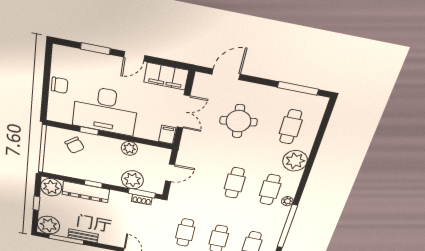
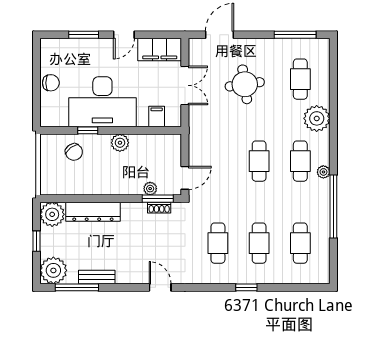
filing cabinet: (167, 135) -> (157, 117), moved
plant: (129, 148) -> (120, 143), moved
door: (170, 173) -> (185, 178), moved
plant: (132, 180) -> (150, 189), width x0.53, depth x0.53
window: (93, 184) -> (101, 199), removed

